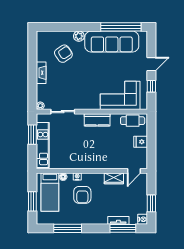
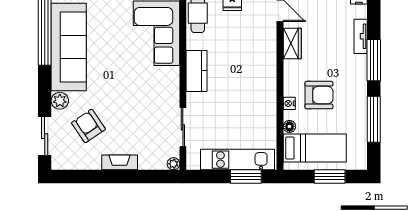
sliding door: (57, 27) -> (45, 136), added
window: (32, 135) -> (246, 177), moved
window: (123, 228) -> (374, 60), moved

